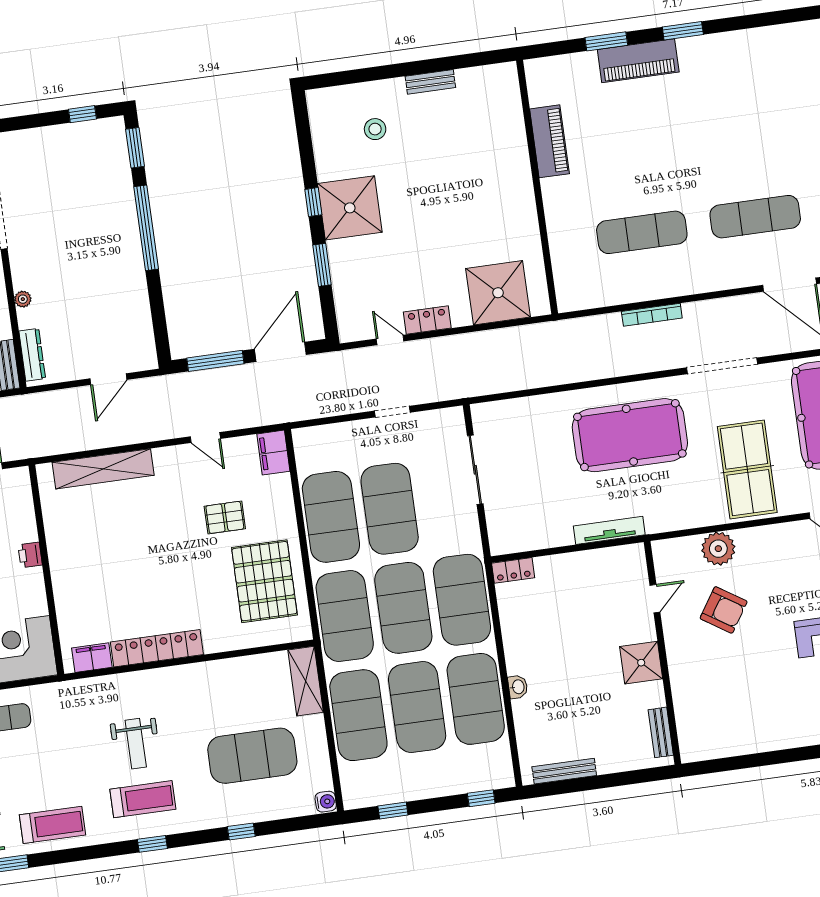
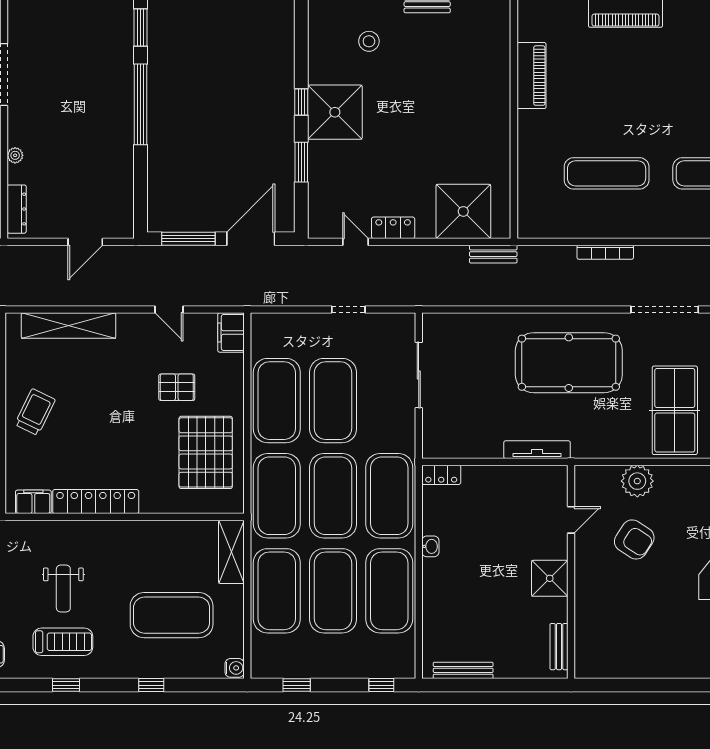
bench: (535, 333) -> (493, 254), added
trolley: (81, 564) -> (35, 412), added
washbasin: (518, 687) -> (430, 546), moved

